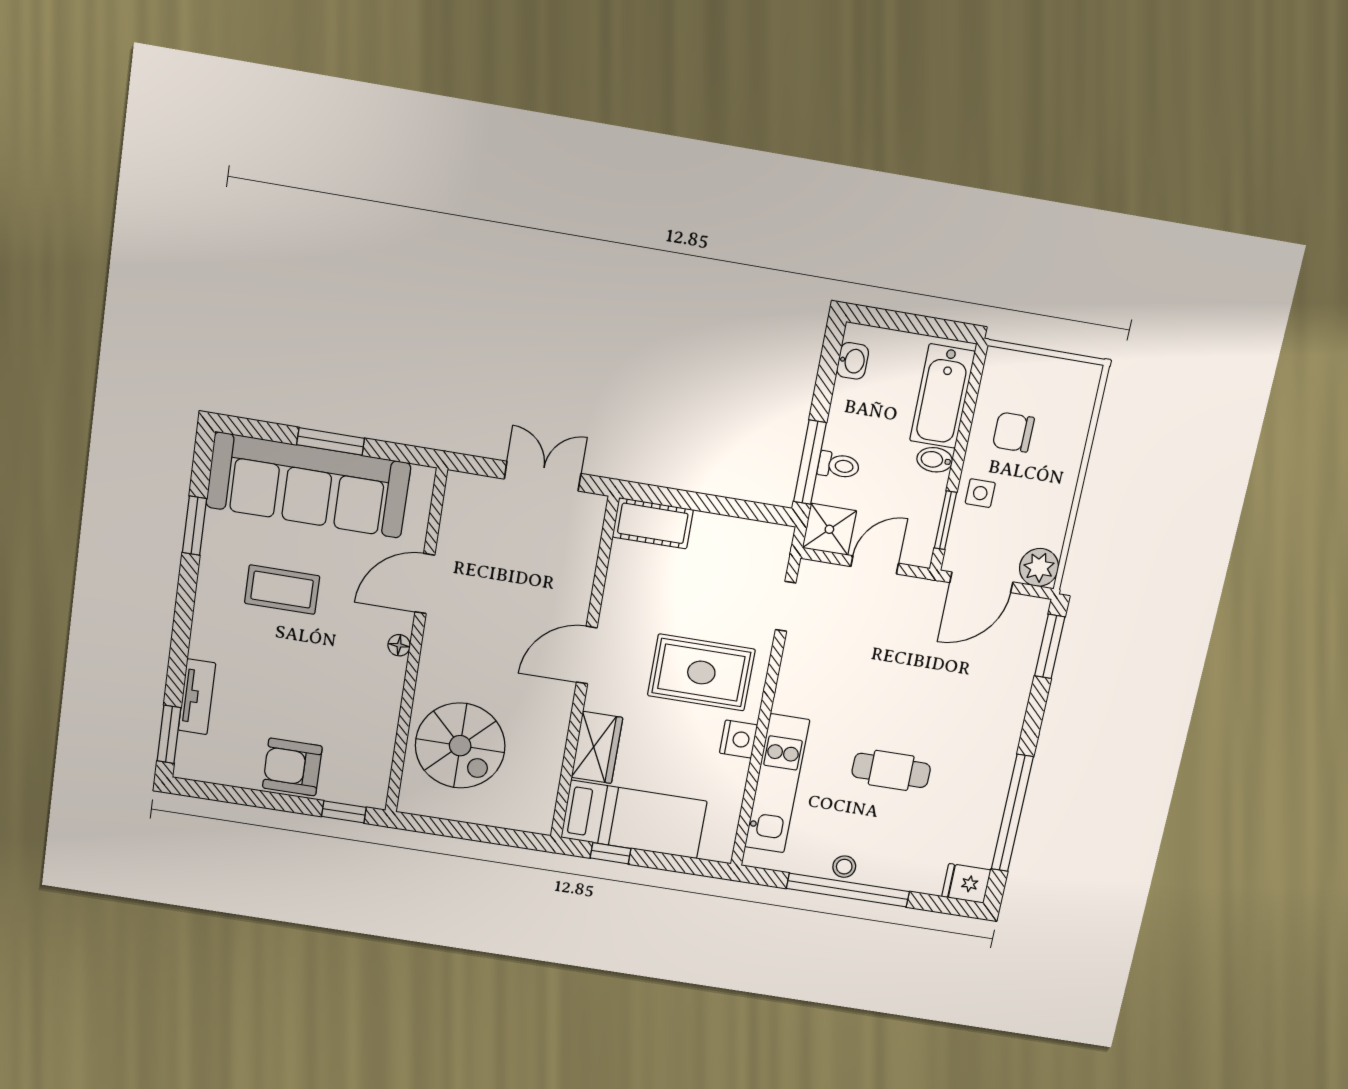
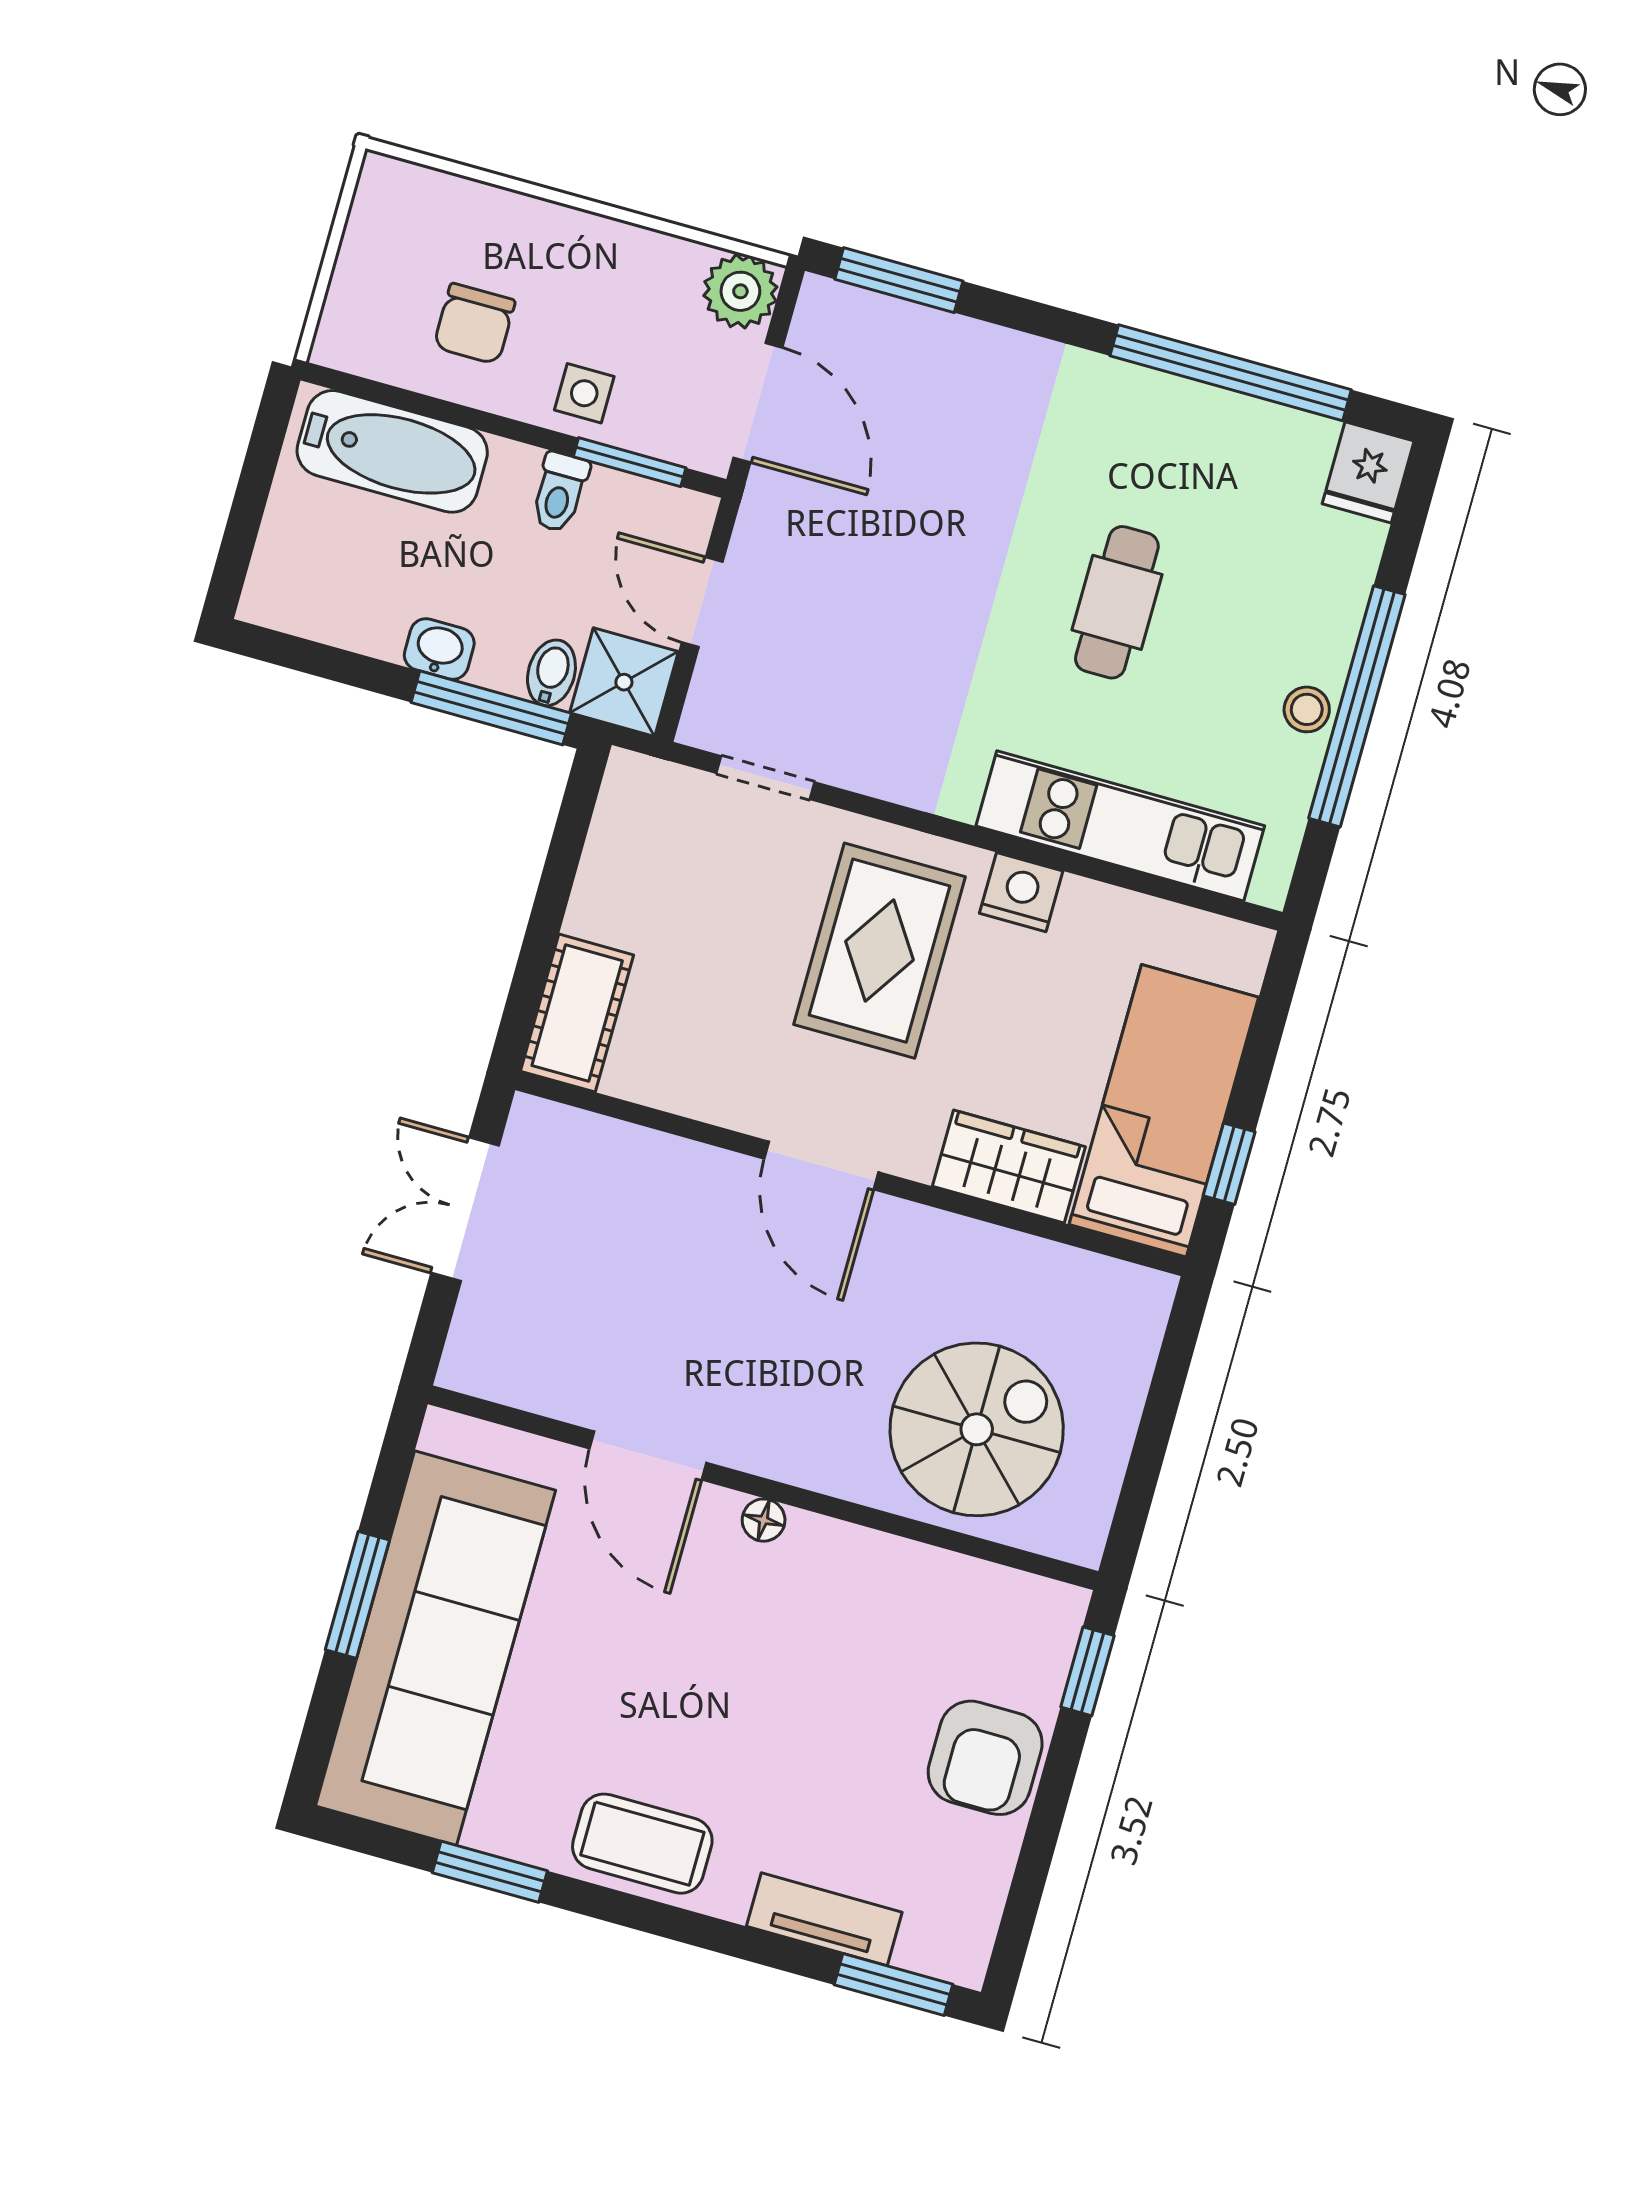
washbasin: (853, 361) -> (439, 649), moved
bidet: (935, 460) -> (551, 673), moved, turned 180
toilet: (839, 465) -> (560, 492), moved, turned 180
coffee table: (282, 590) -> (642, 1844), moved, turned 90

